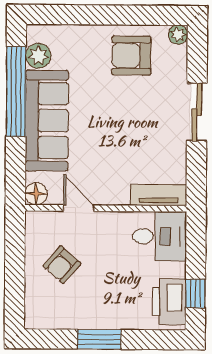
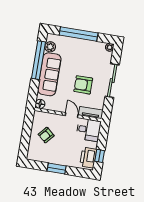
window: (100, 15) -> (79, 34), added
armchair: (131, 56) -> (83, 85), moved
sliding door: (197, 112) -> (112, 81), width x1.37
door: (79, 208) -> (72, 115), moved

